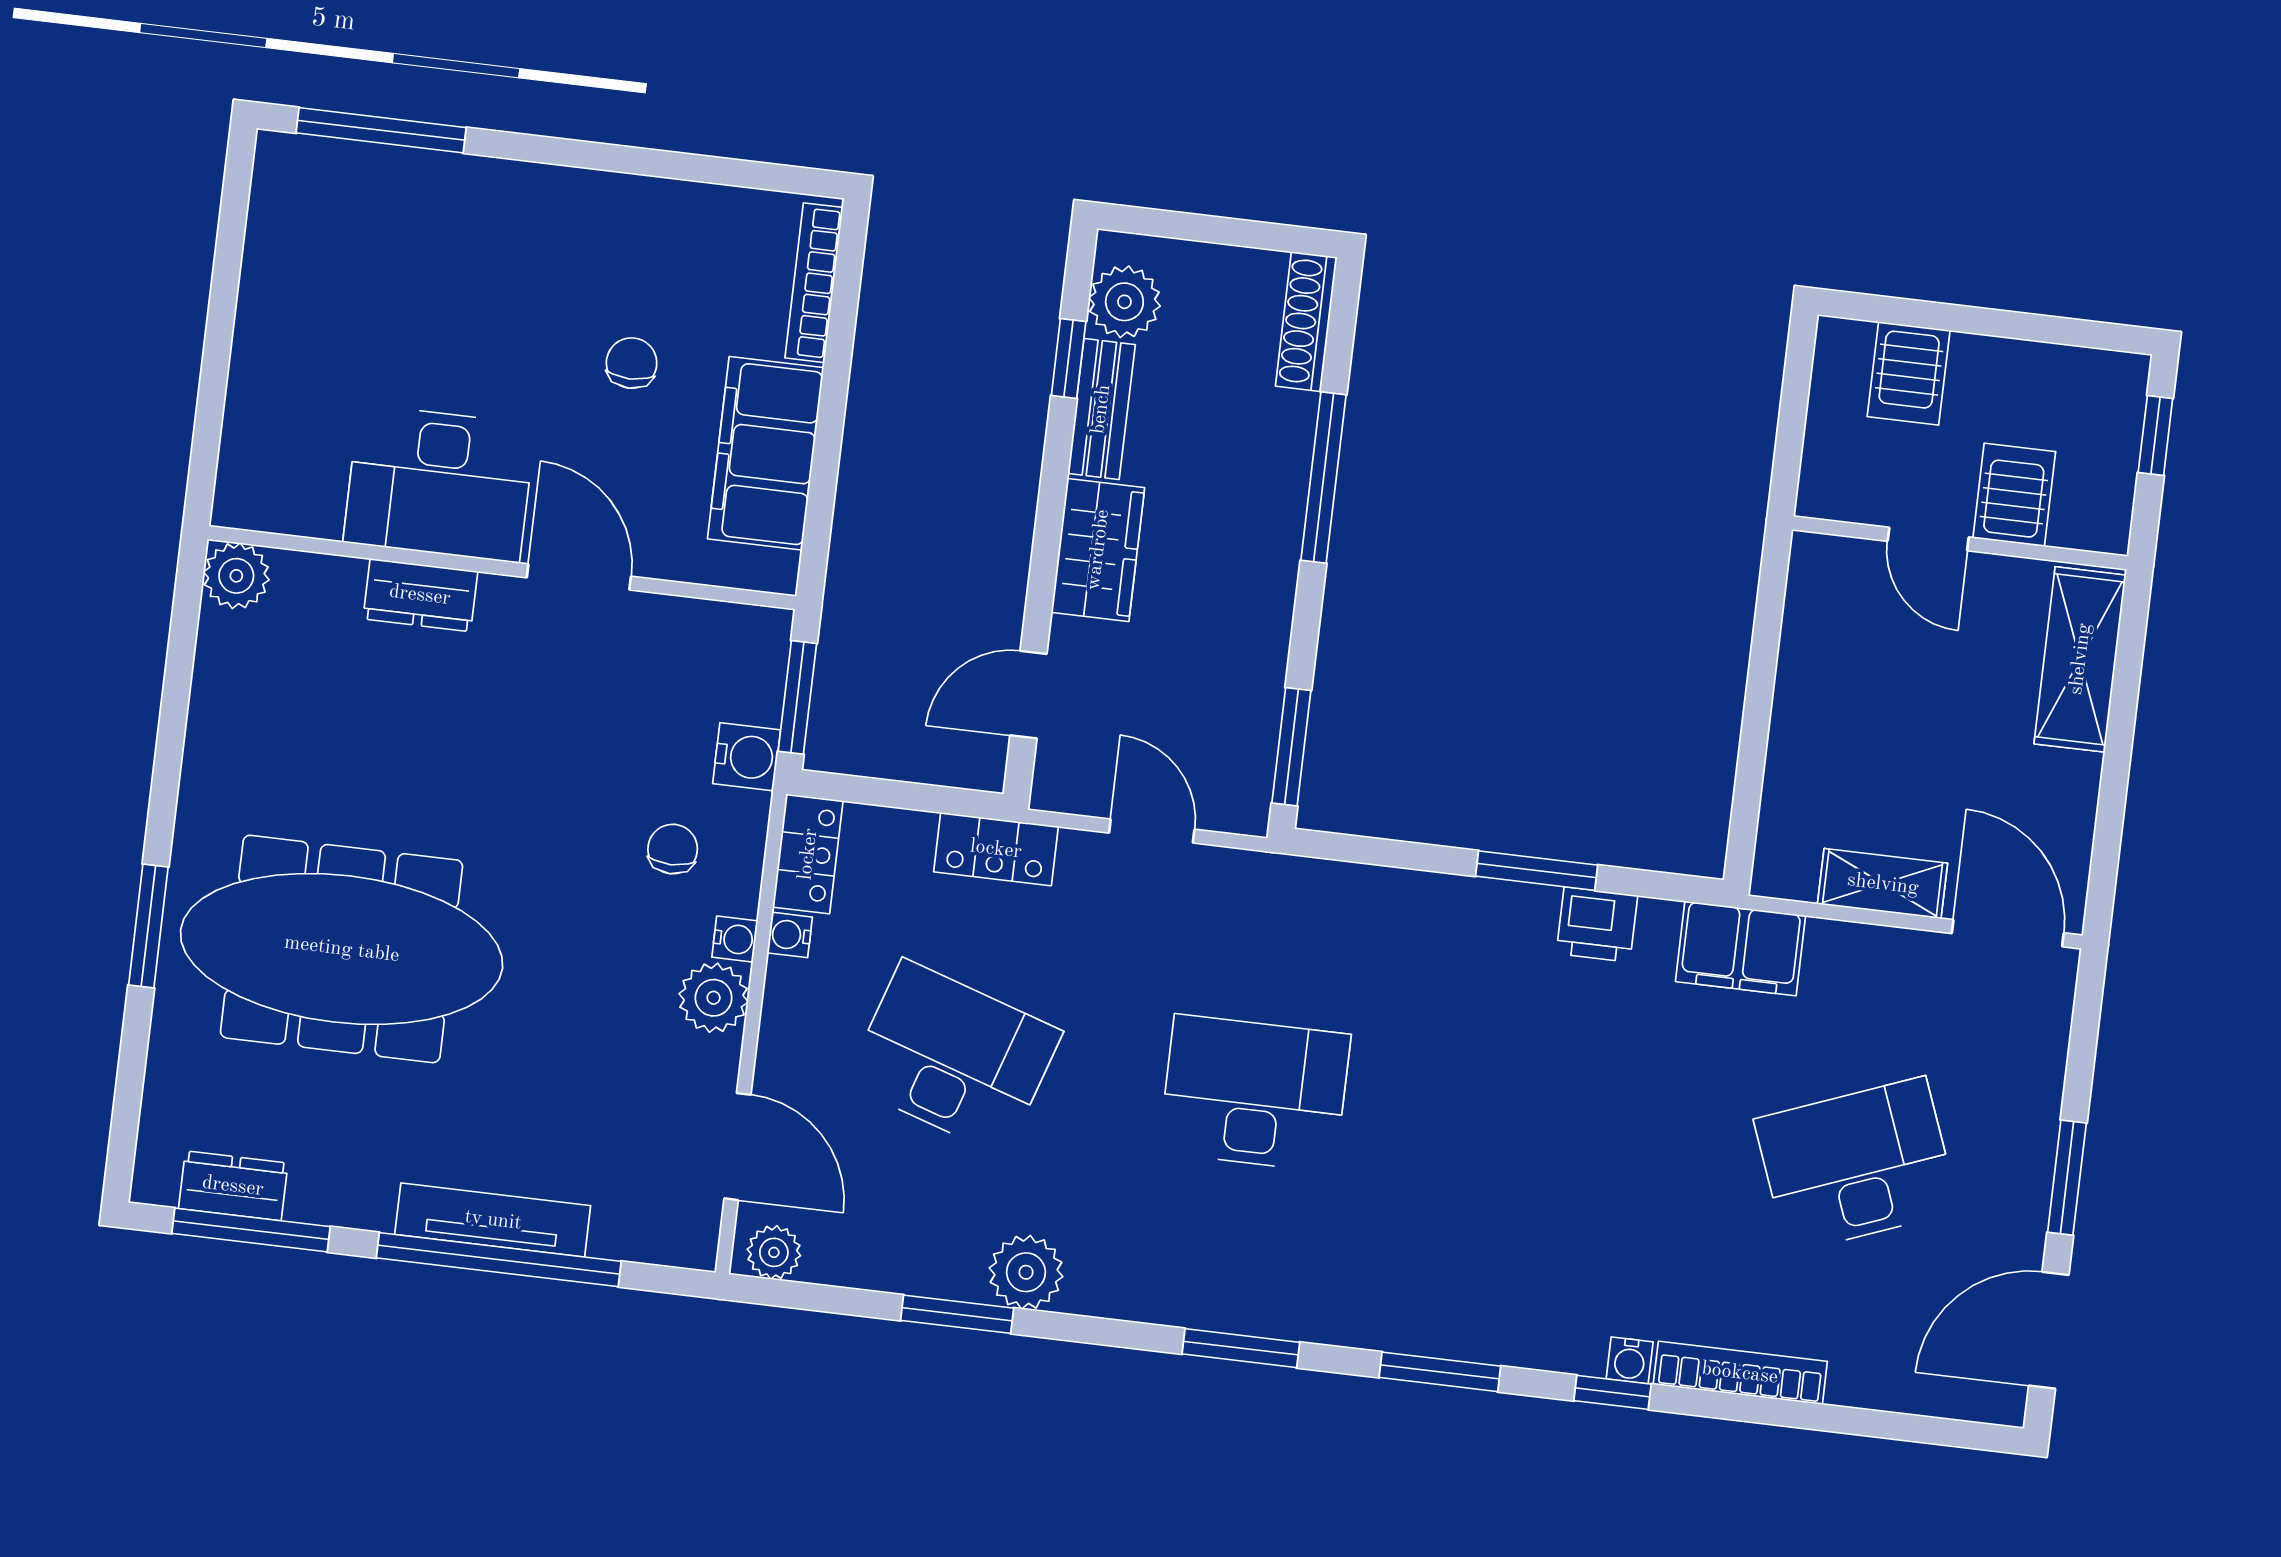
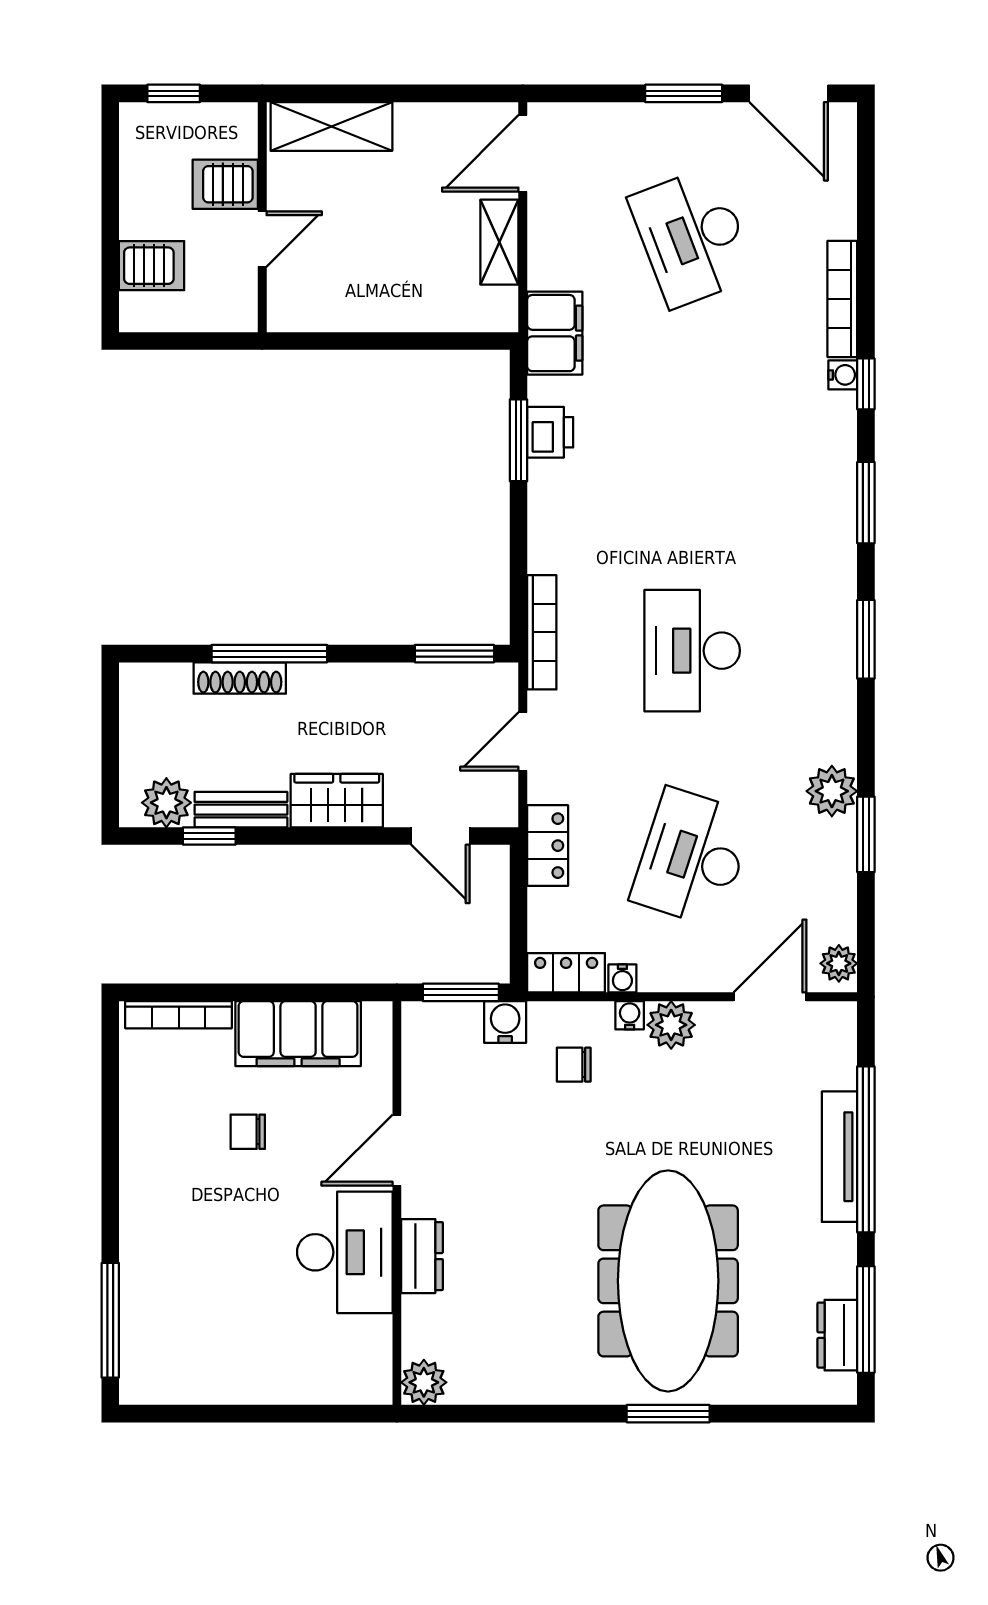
shoe rack: (1306, 322) -> (240, 678), moved
window: (1537, 871) -> (518, 440), moved
bookcase: (1307, 878) -> (542, 632), added

